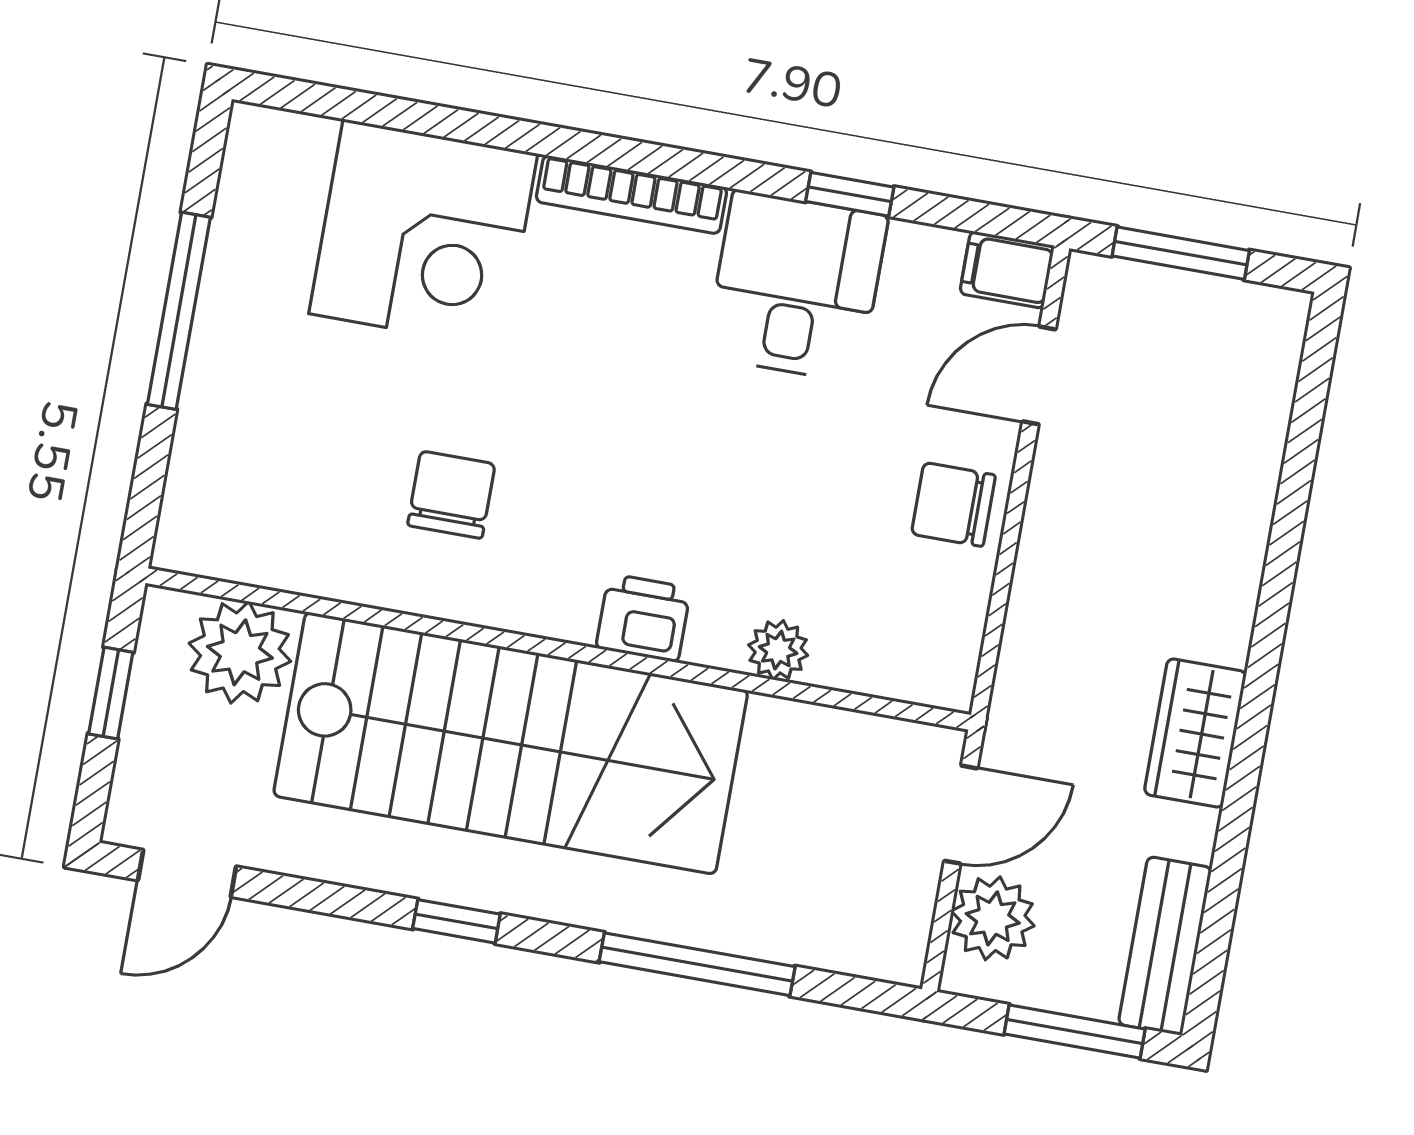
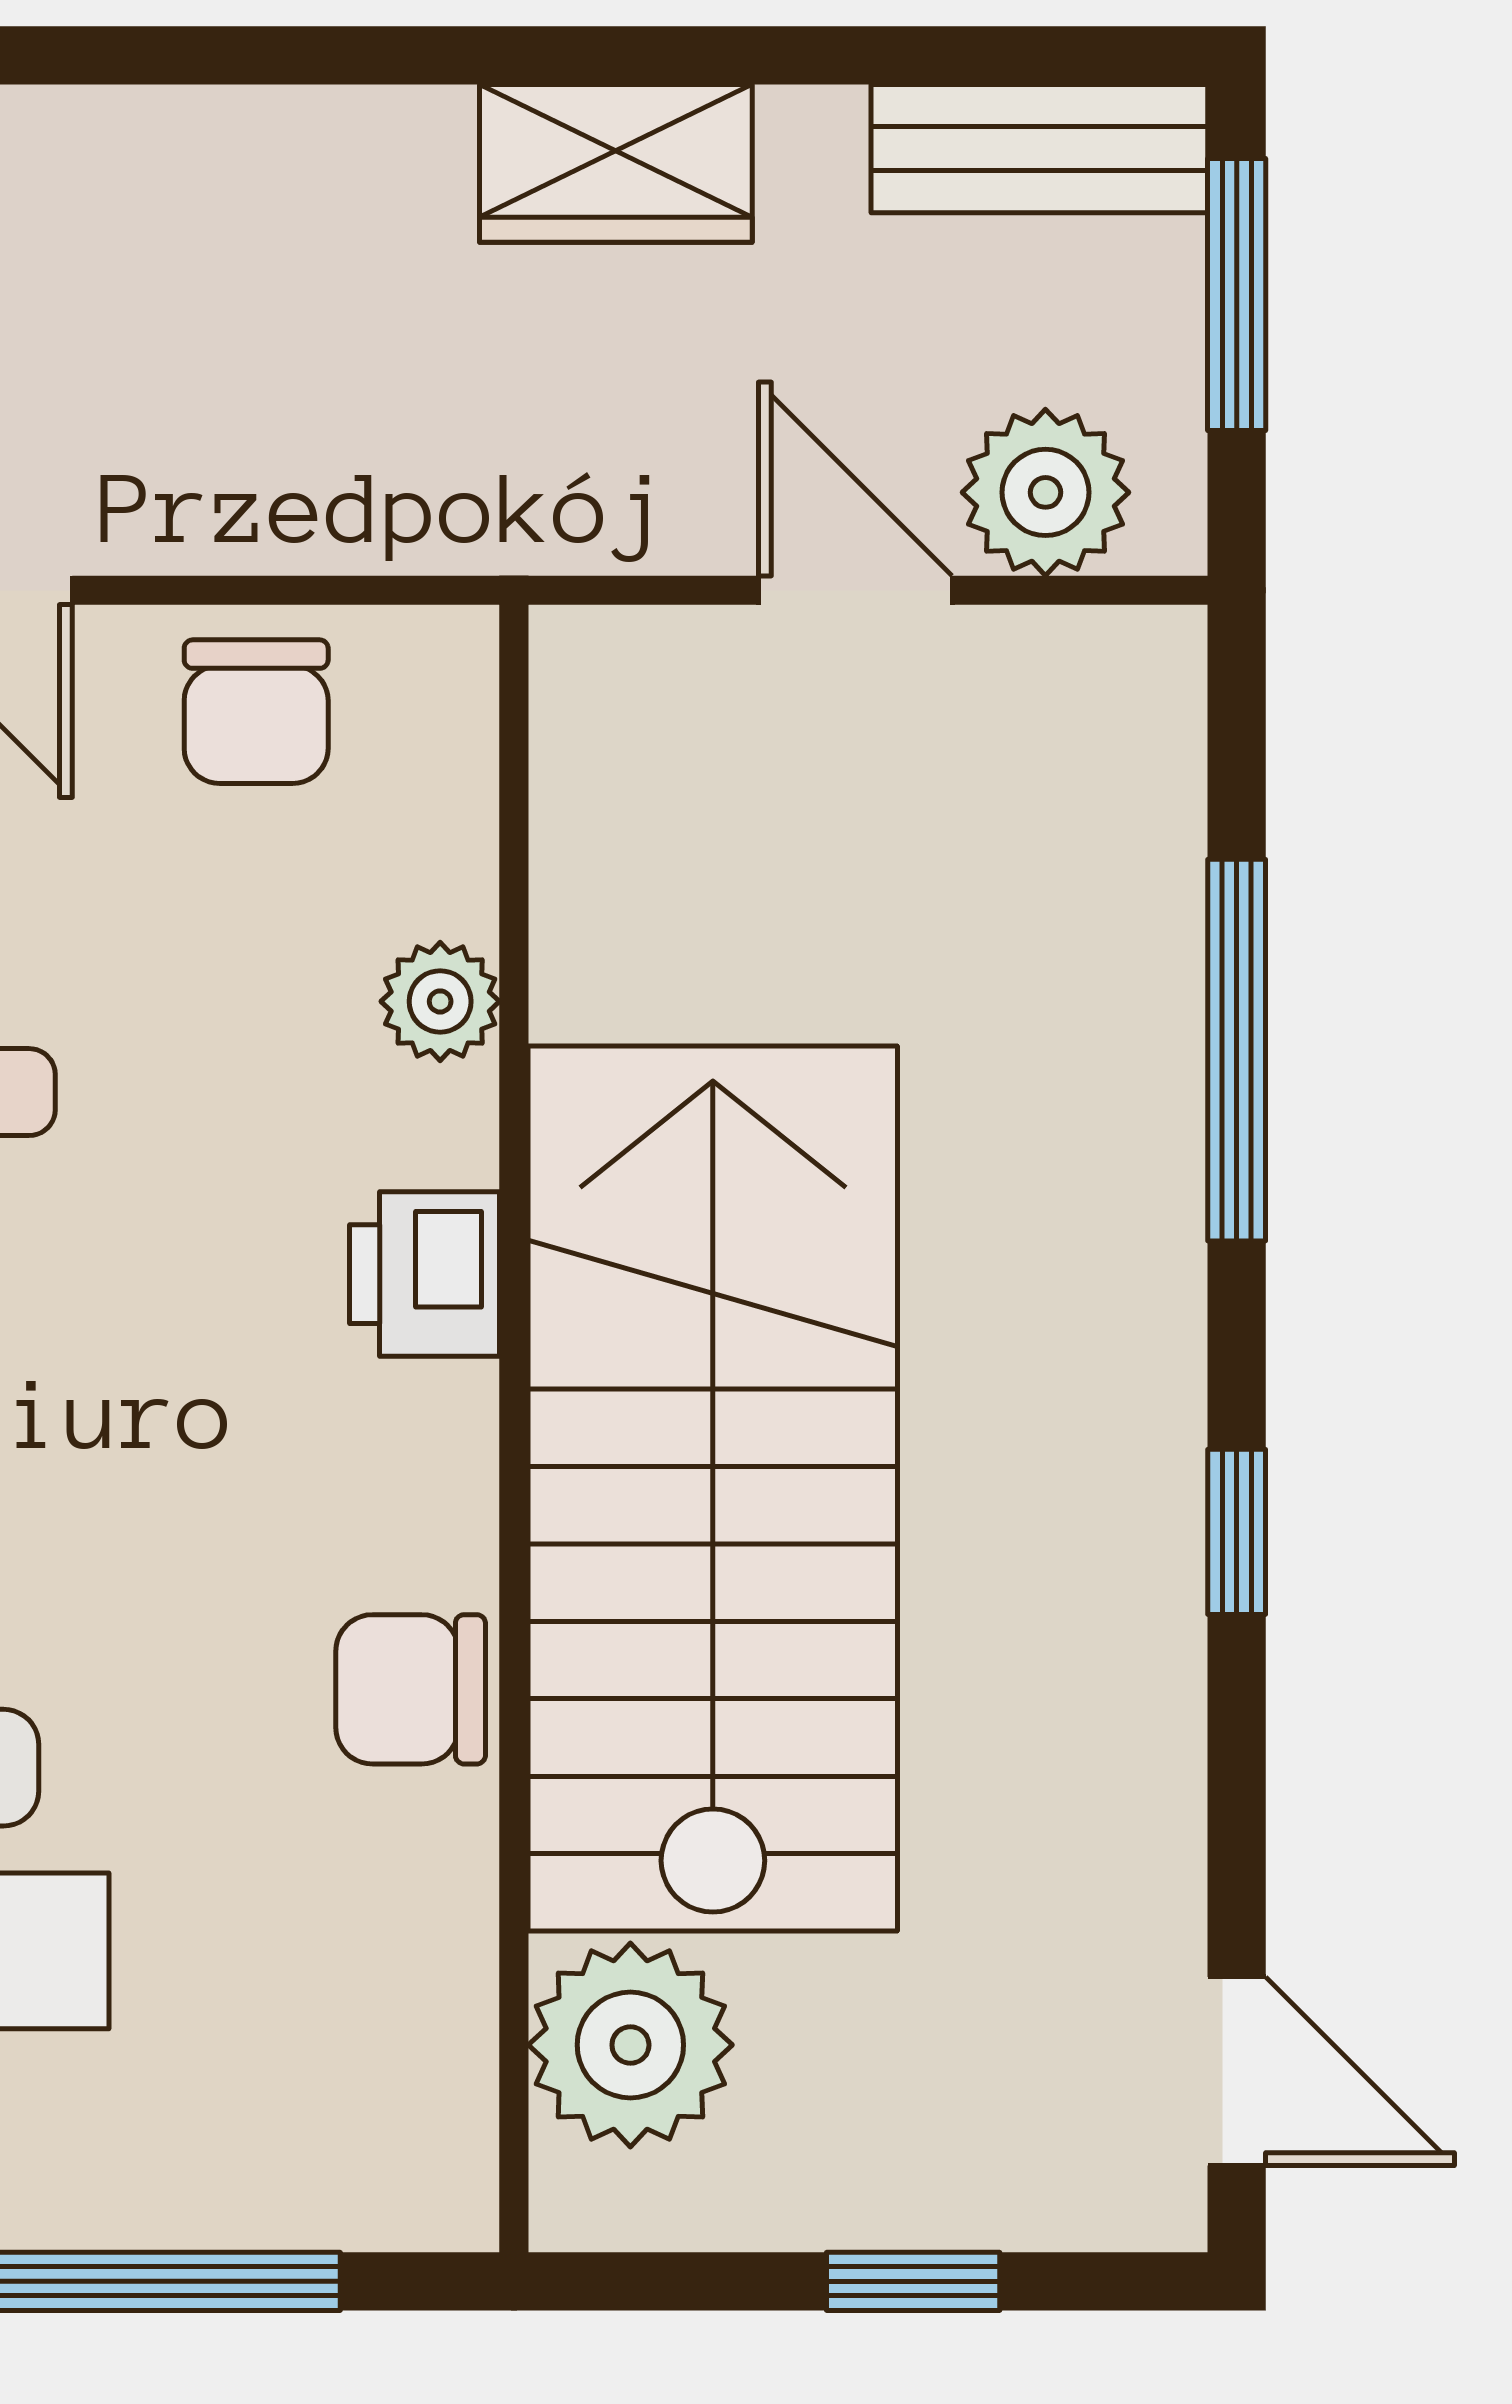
printer: (643, 618) -> (425, 1274), moved
wall: (558, 649) -> (514, 1429), moved
plant: (778, 650) -> (440, 1001), moved
plant: (240, 652) -> (630, 2045), moved
stairs: (511, 743) -> (713, 1488), moved

